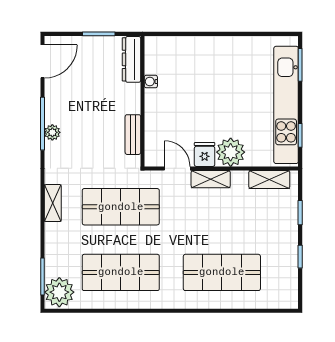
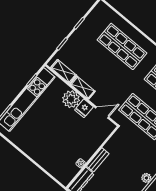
bench: (133, 135) -> (98, 160), moved
door: (177, 168) -> (102, 112), swing flipped
shelving: (211, 179) -> (83, 88), moved

